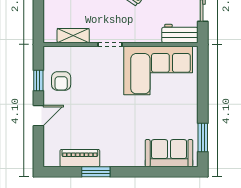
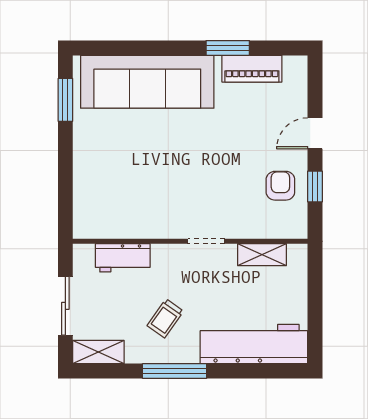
workbench: (180, 34) -> (123, 258), moved
corner sofa: (158, 70) -> (133, 202), removed
sofa: (169, 153) -> (147, 82), width x1.85, depth x1.27

